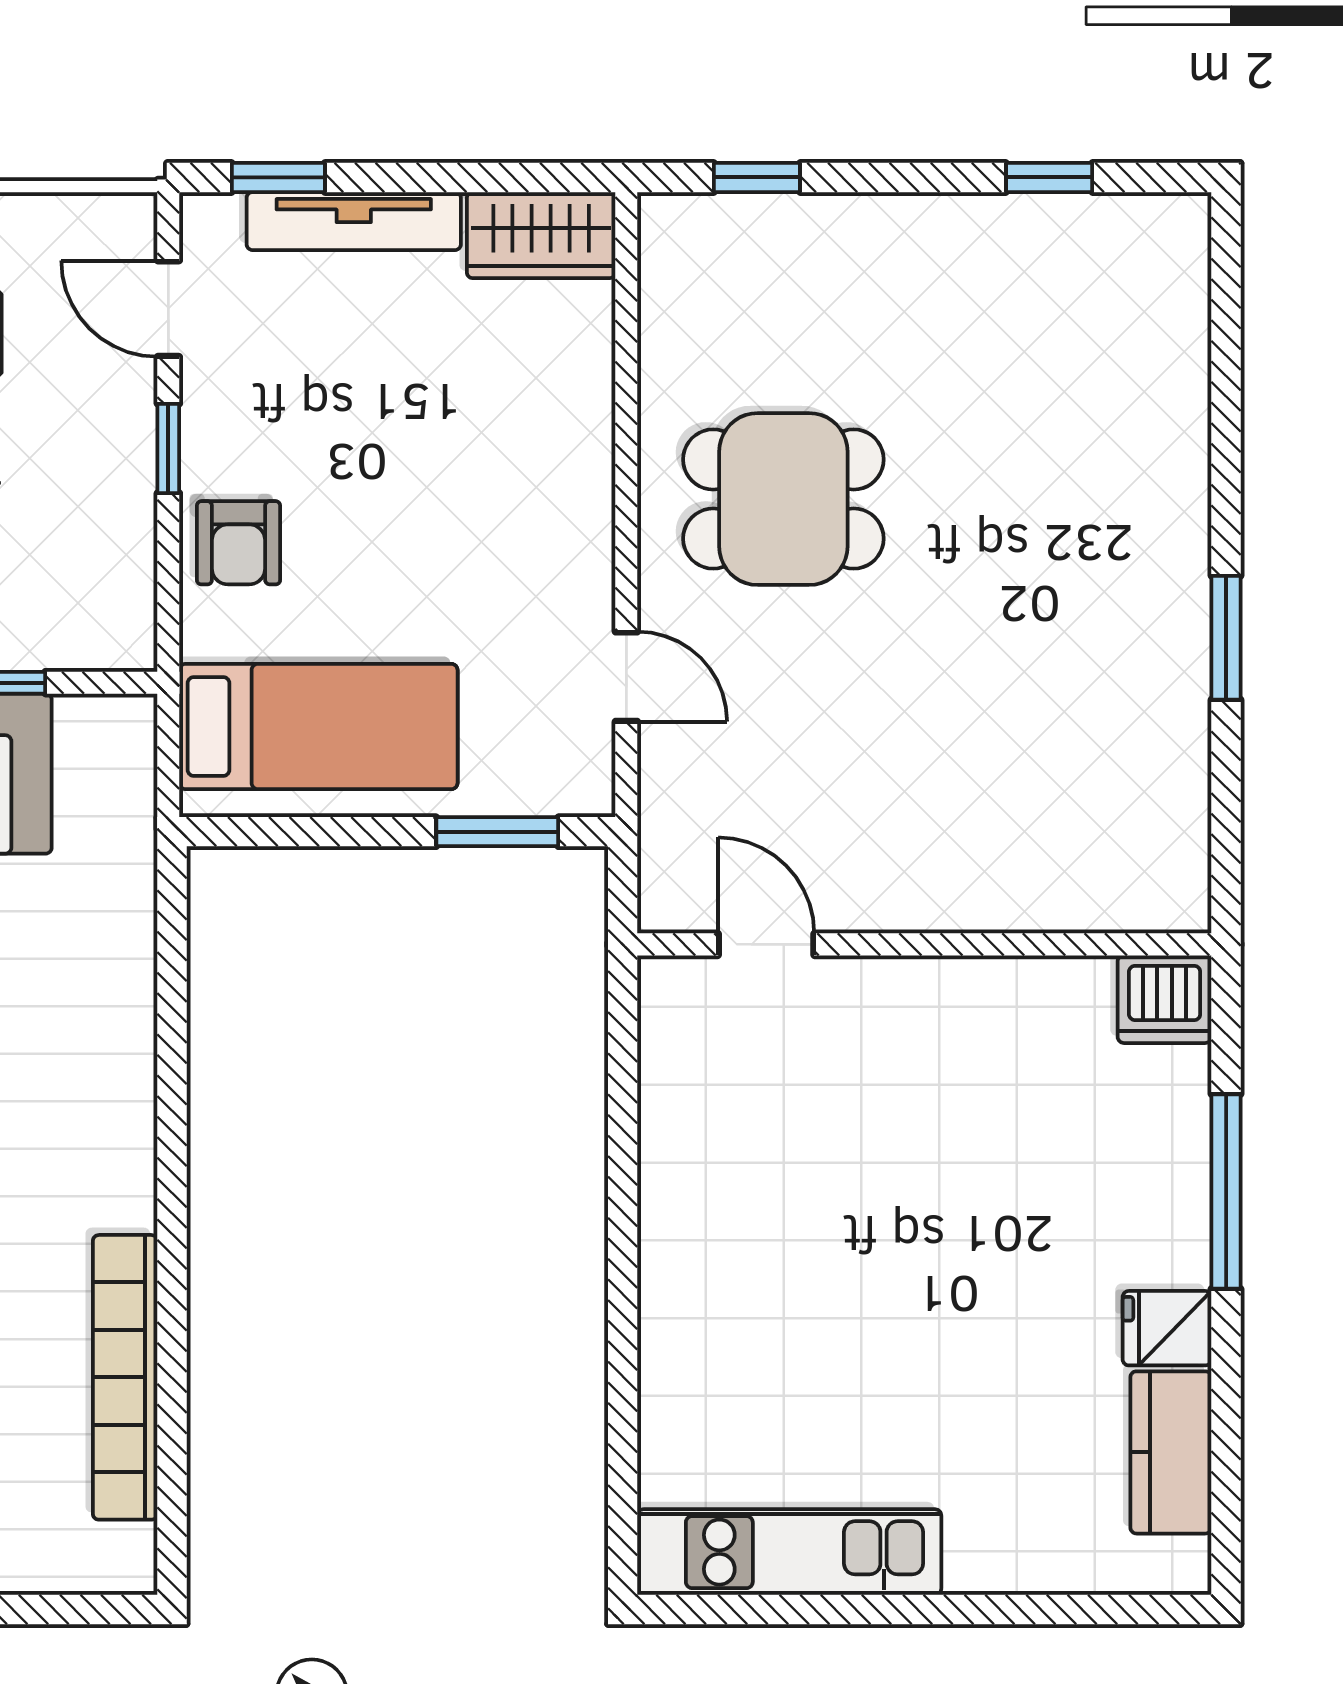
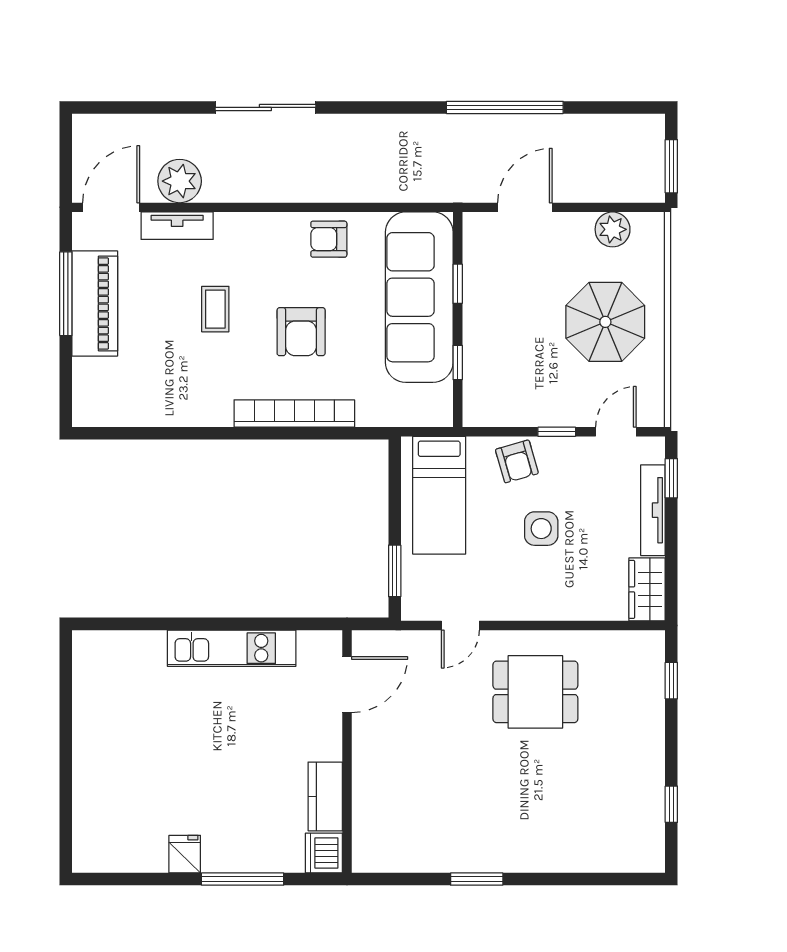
side table: (397, 485) -> (541, 529), added
dining table: (783, 499) -> (535, 692), turned 90
armchair: (239, 543) -> (517, 461), turned -106
door: (766, 944) -> (347, 685), width x1.38
bookcase: (125, 1377) -> (294, 413), moved
kitchen counter: (1171, 1452) -> (325, 796), moved, turned -90
kitchen unit: (789, 1552) -> (232, 648), moved, turned 90

